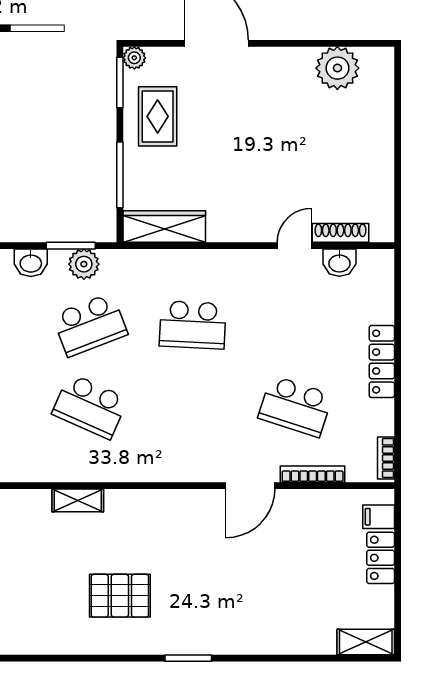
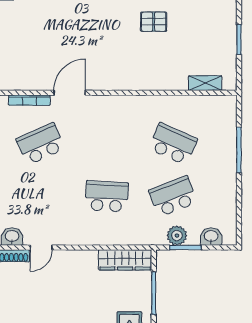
school desk: (295, 406) -> (40, 144), turned -42
shelving: (78, 500) -> (205, 83), moved
pallet: (120, 596) -> (154, 22), width x0.67, depth x0.71

